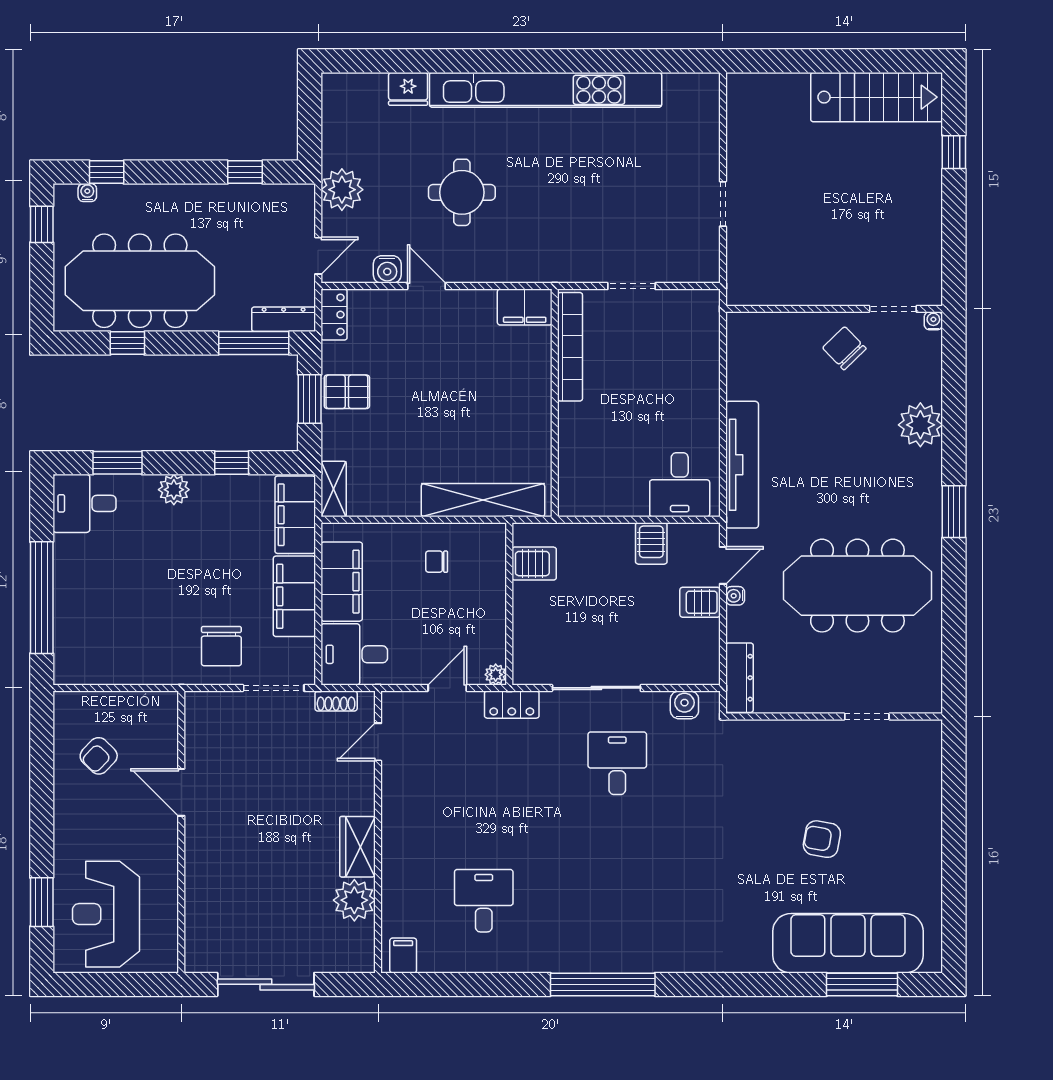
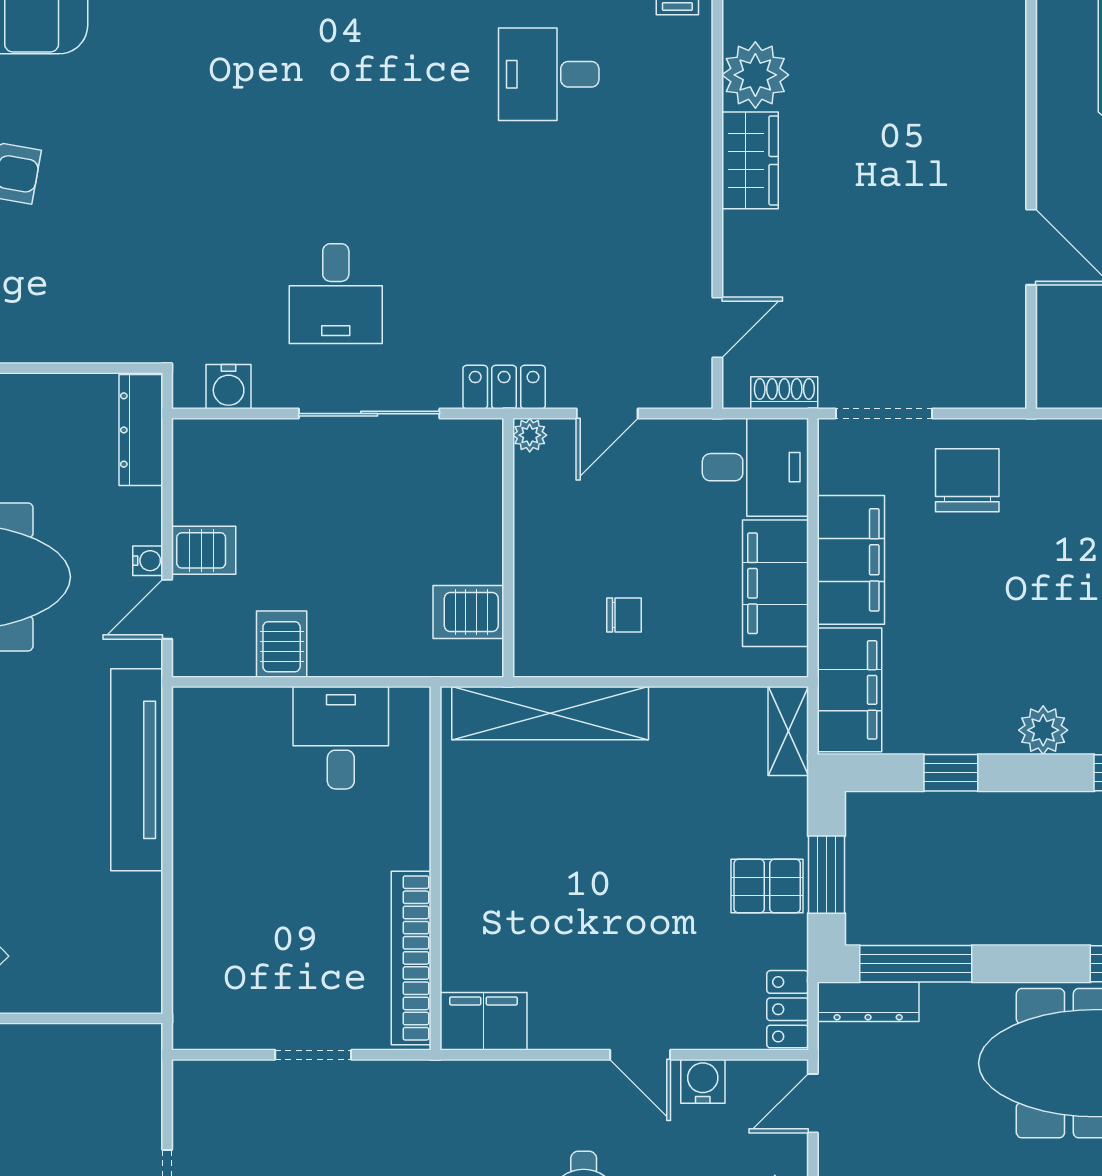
desk: (680, 485) -> (341, 738), moved
desk: (484, 901) -> (549, 74), turned 90

